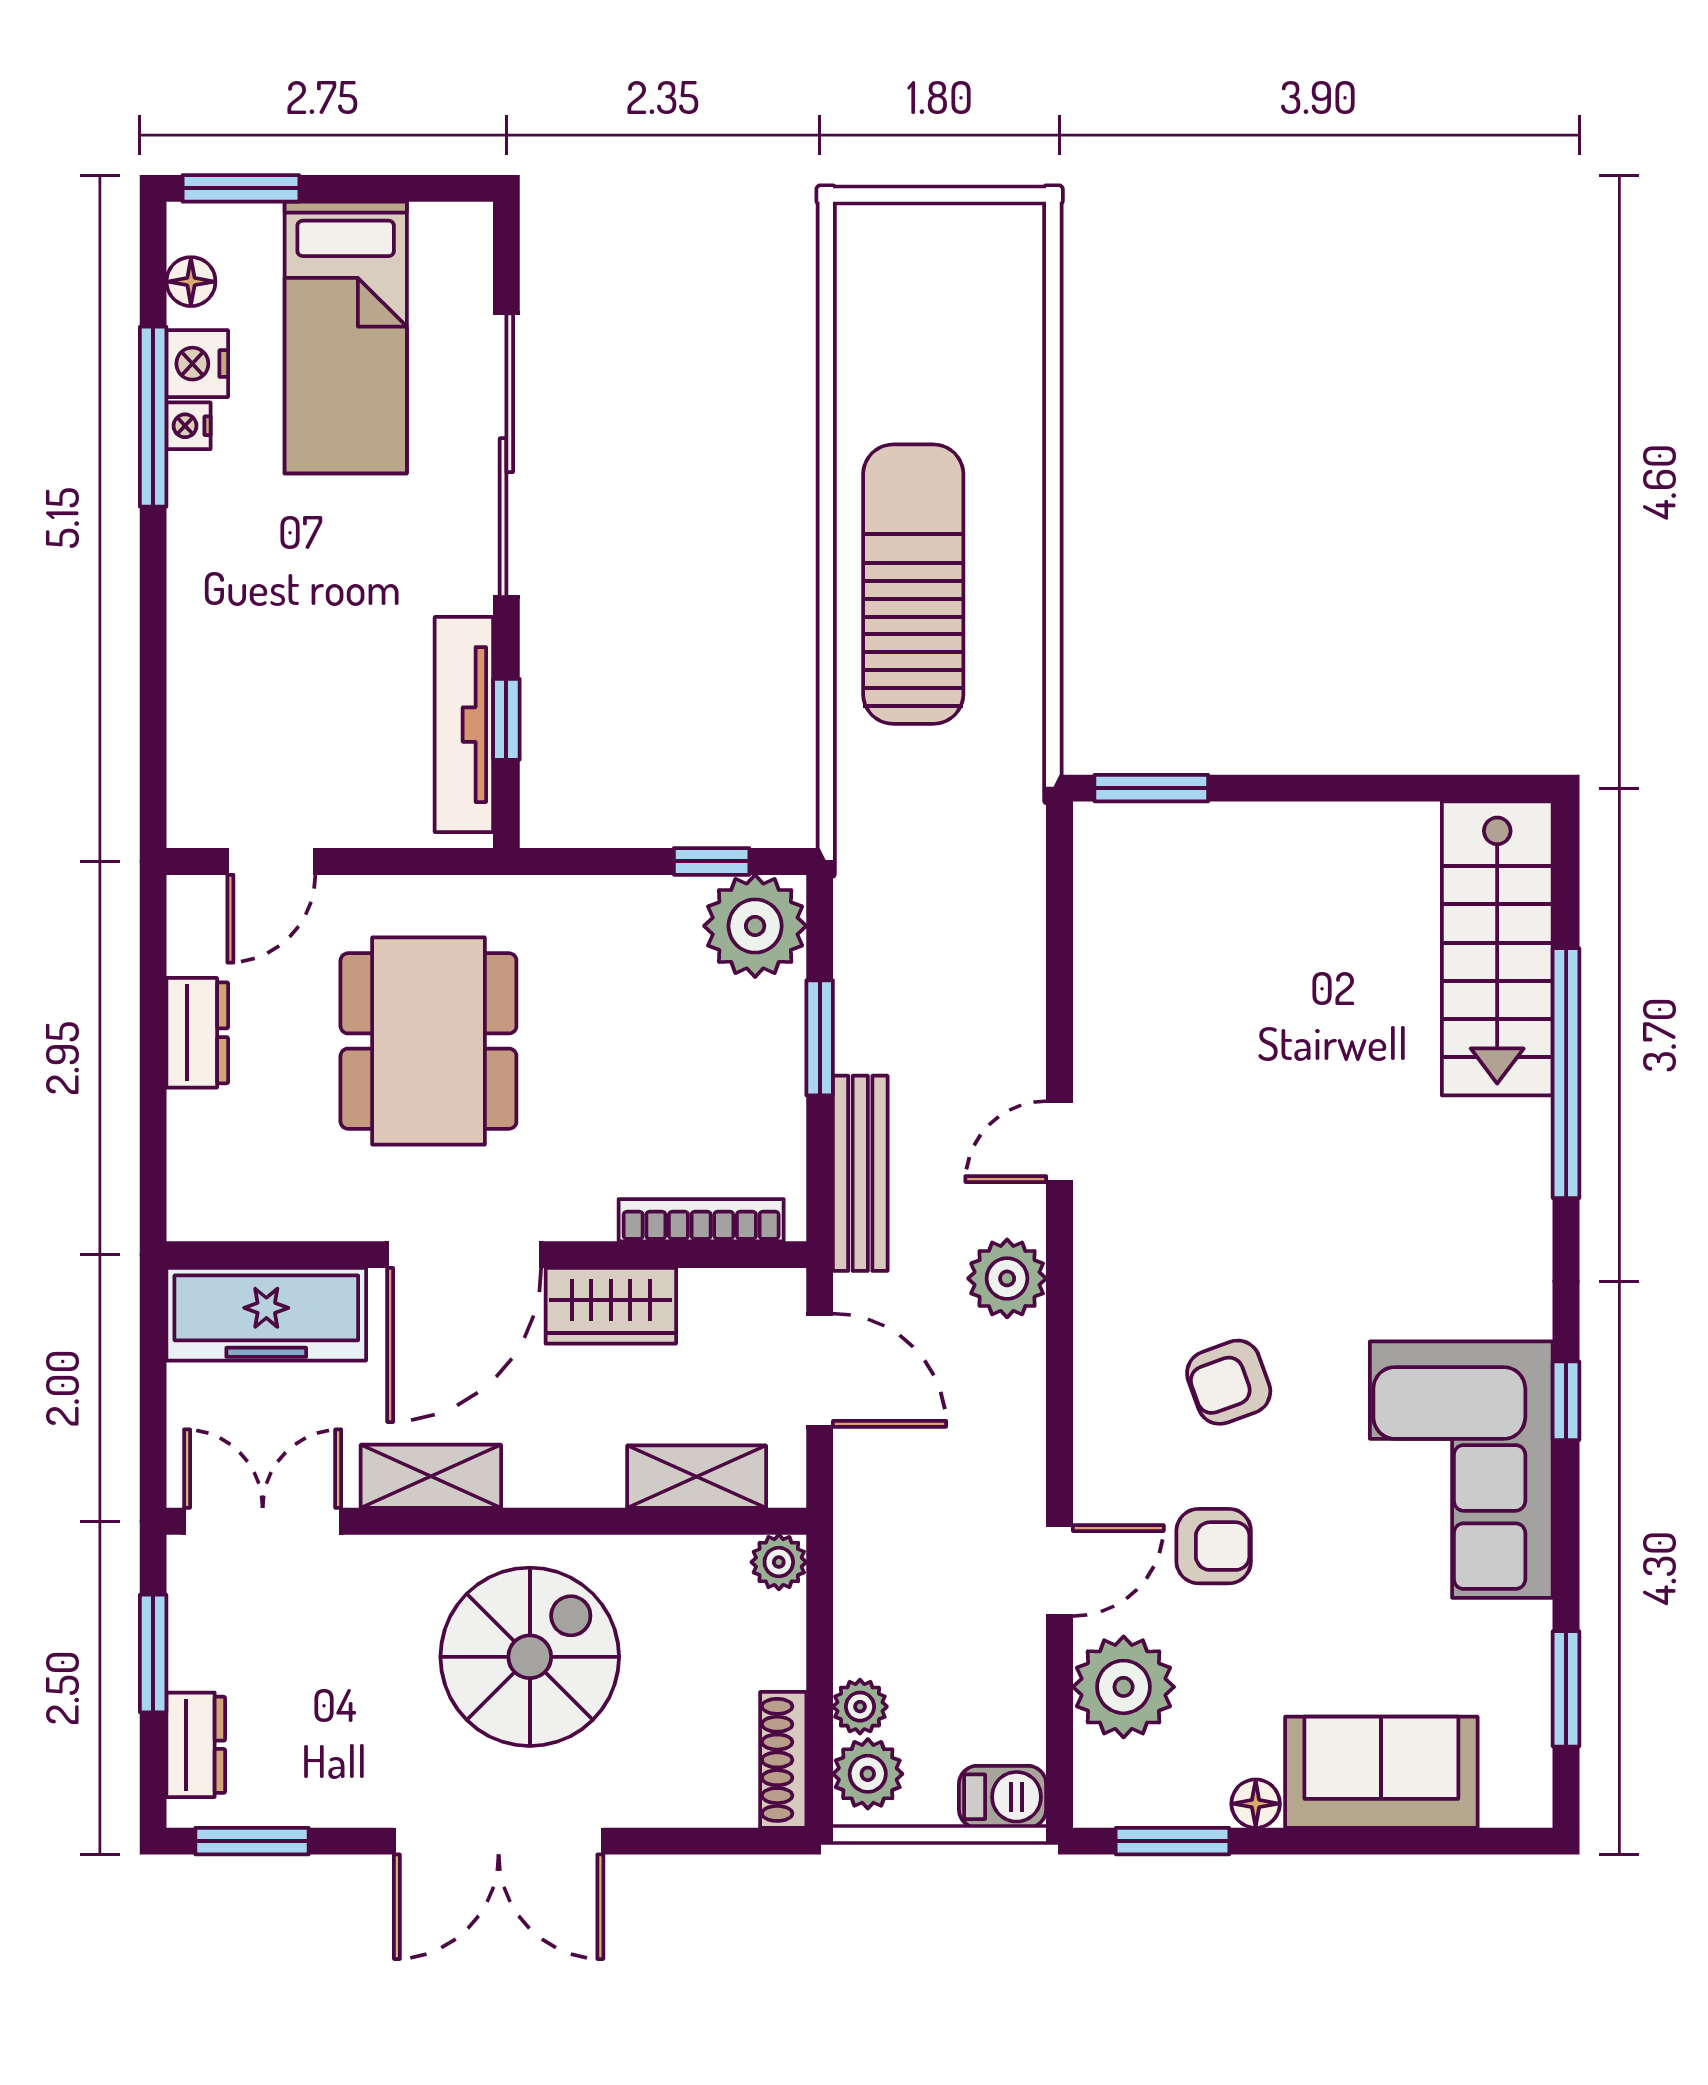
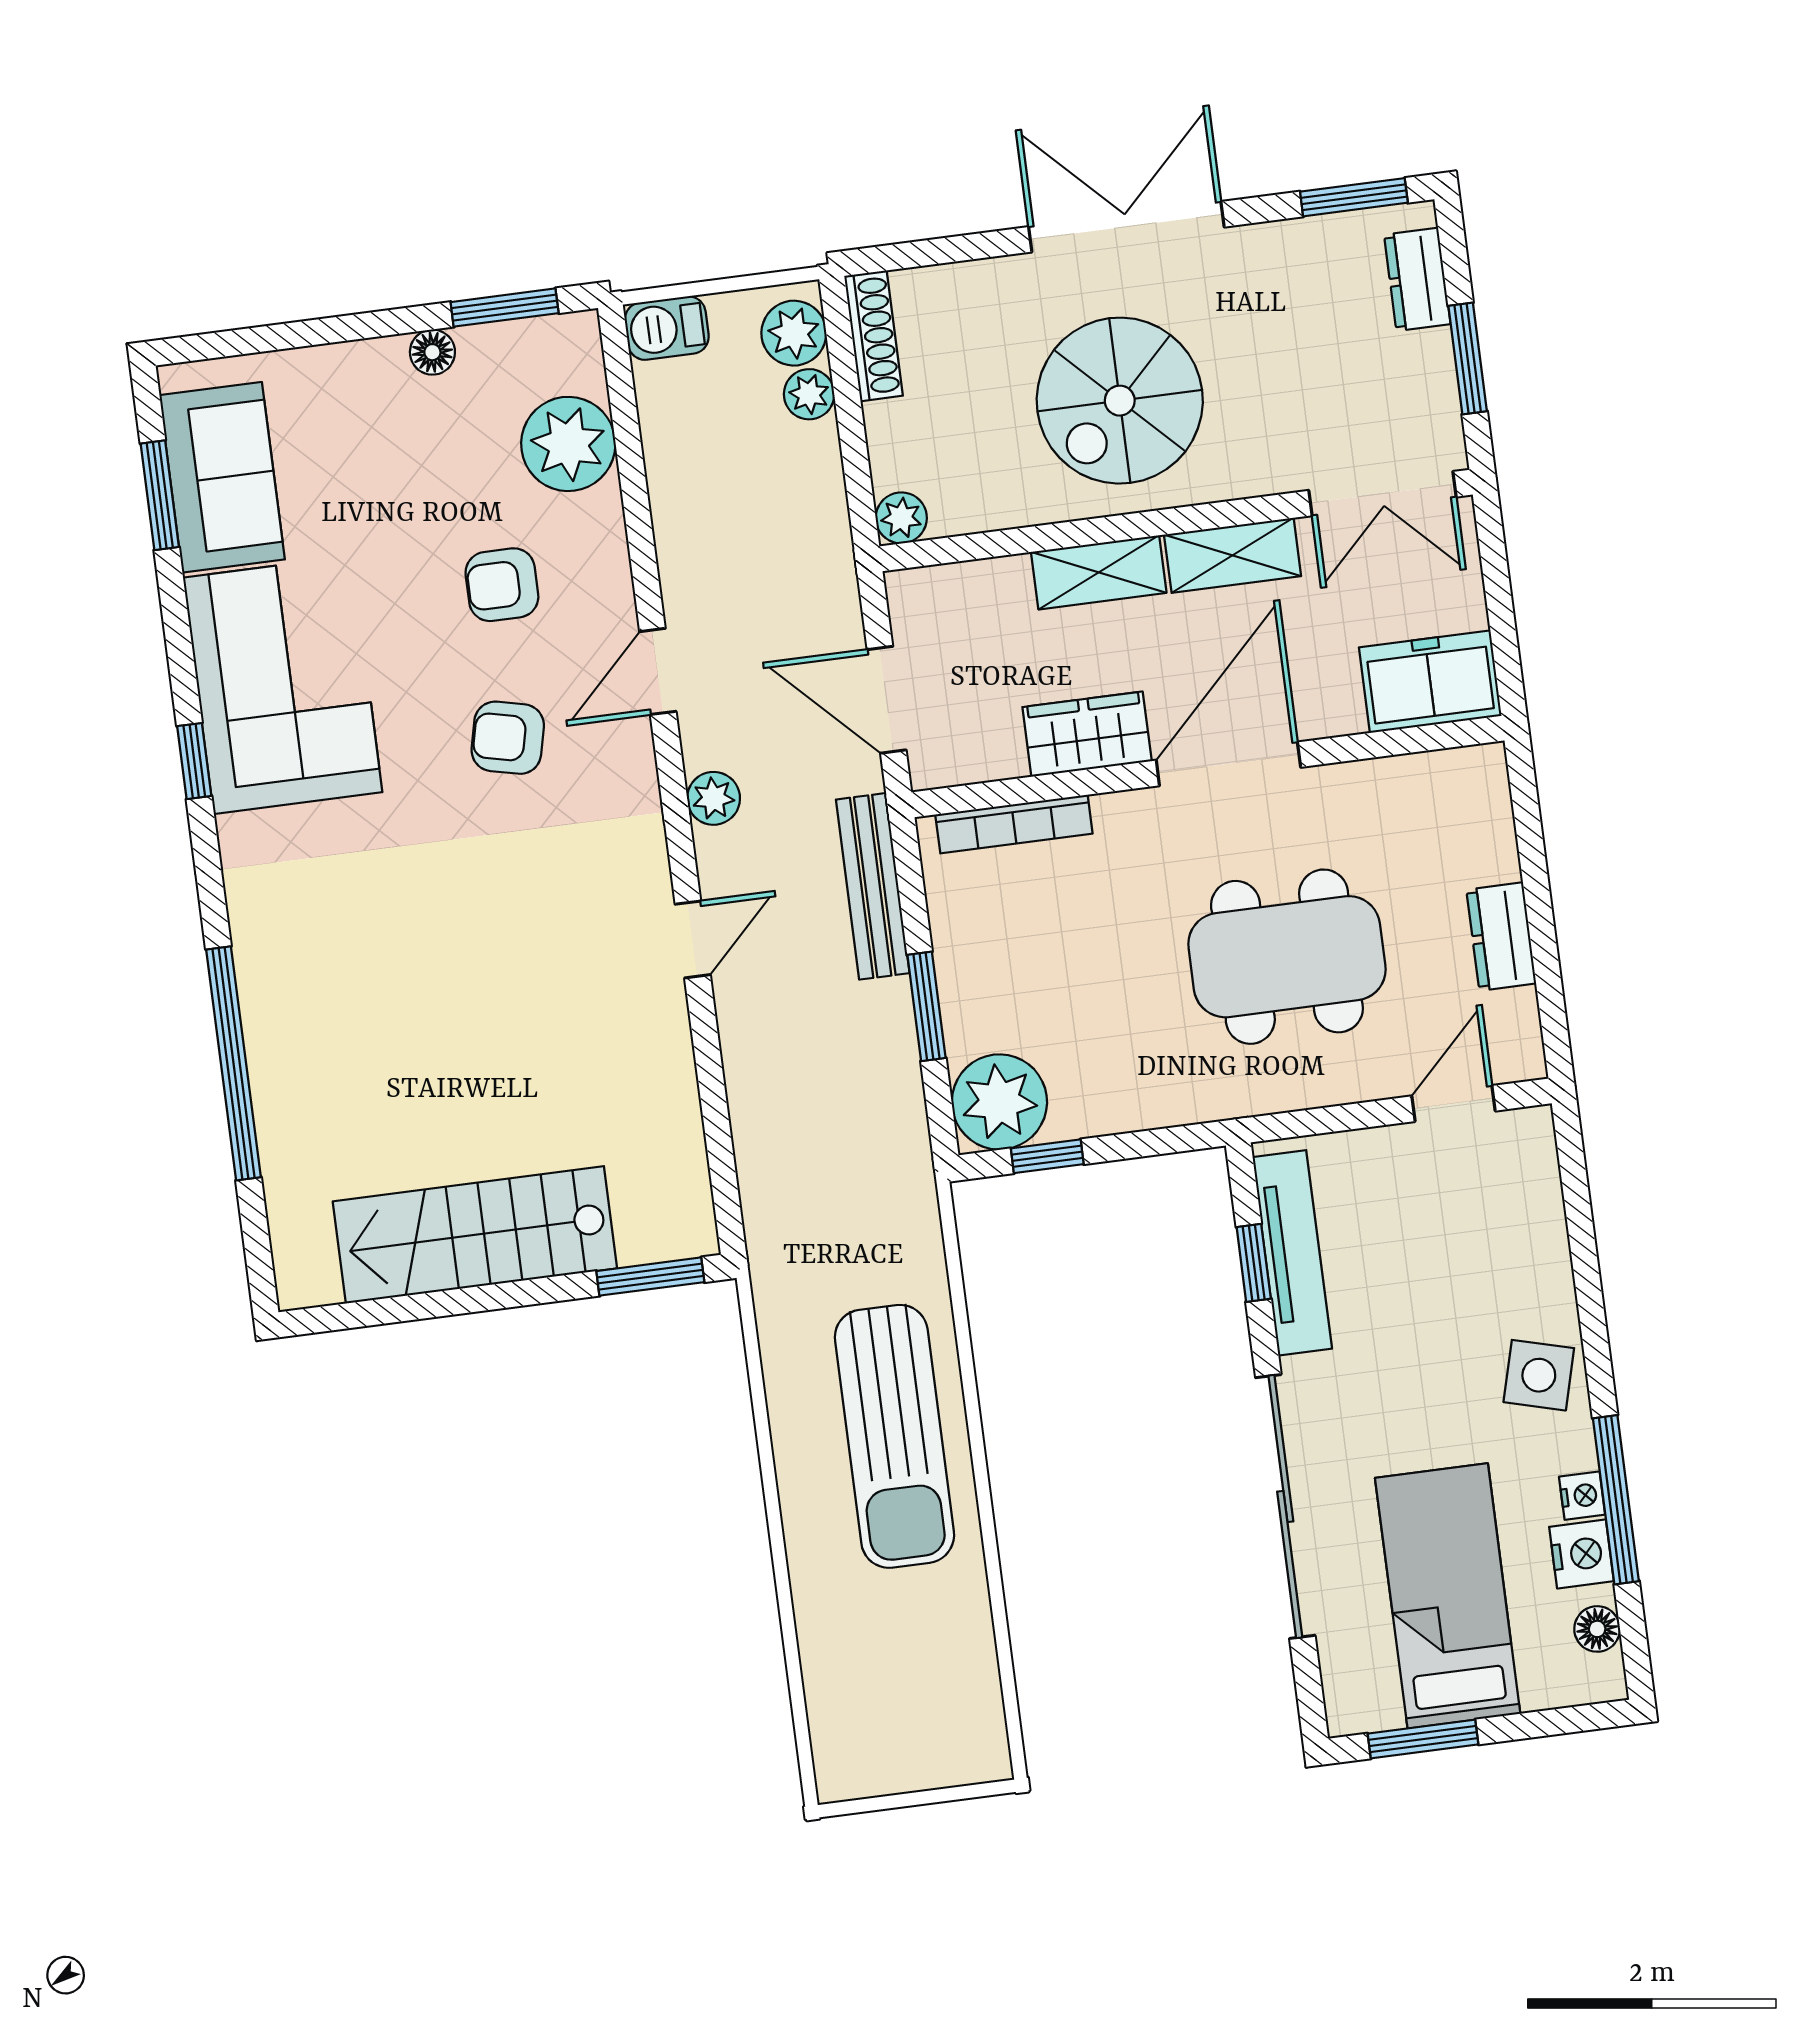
window: (241, 188) -> (1423, 1739), moved
side table: (218, 560) -> (1539, 1375), added
stairs: (1497, 948) -> (475, 1235), moved, turned -90
dining table: (428, 1041) -> (1287, 957), turned 90
plant: (1007, 1278) -> (714, 798), width x0.73, depth x0.73
freezer: (266, 1314) -> (1430, 682), width x0.71
armchair: (1229, 1382) -> (508, 738), turned -147
shelving: (697, 1477) -> (1099, 572), moved
door: (1060, 1571) -> (658, 671), moved
sofa: (1381, 1772) -> (222, 477), moved, turned -90

